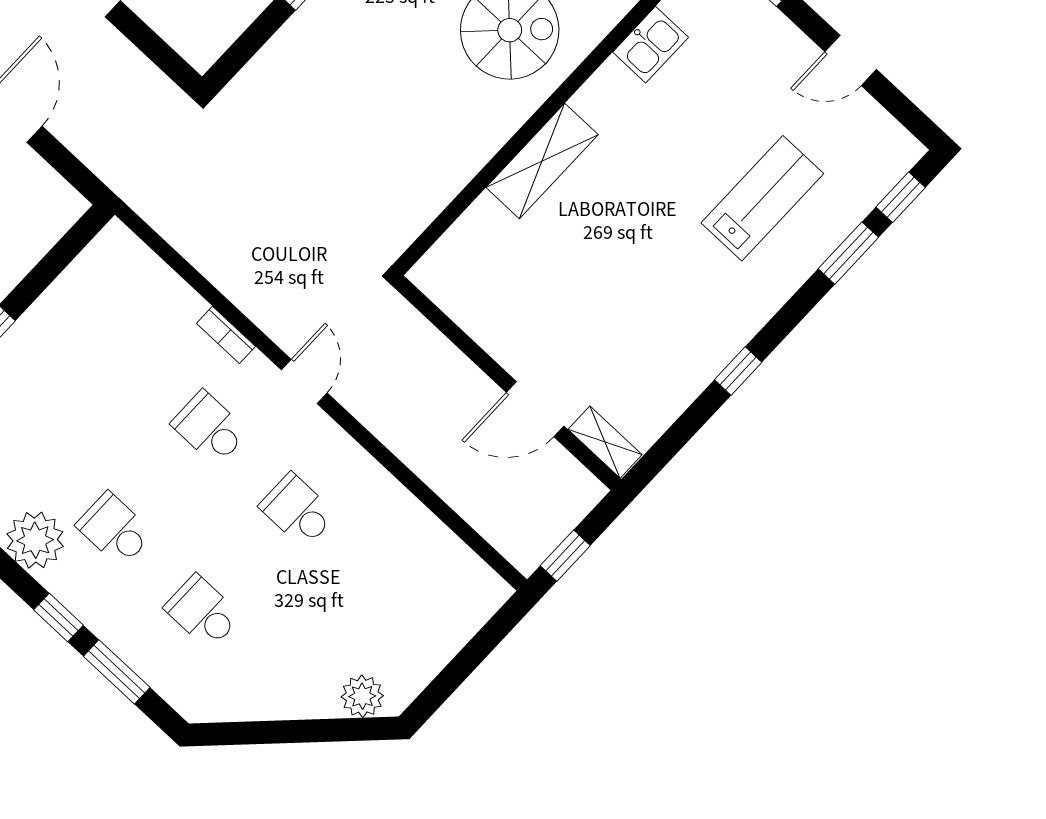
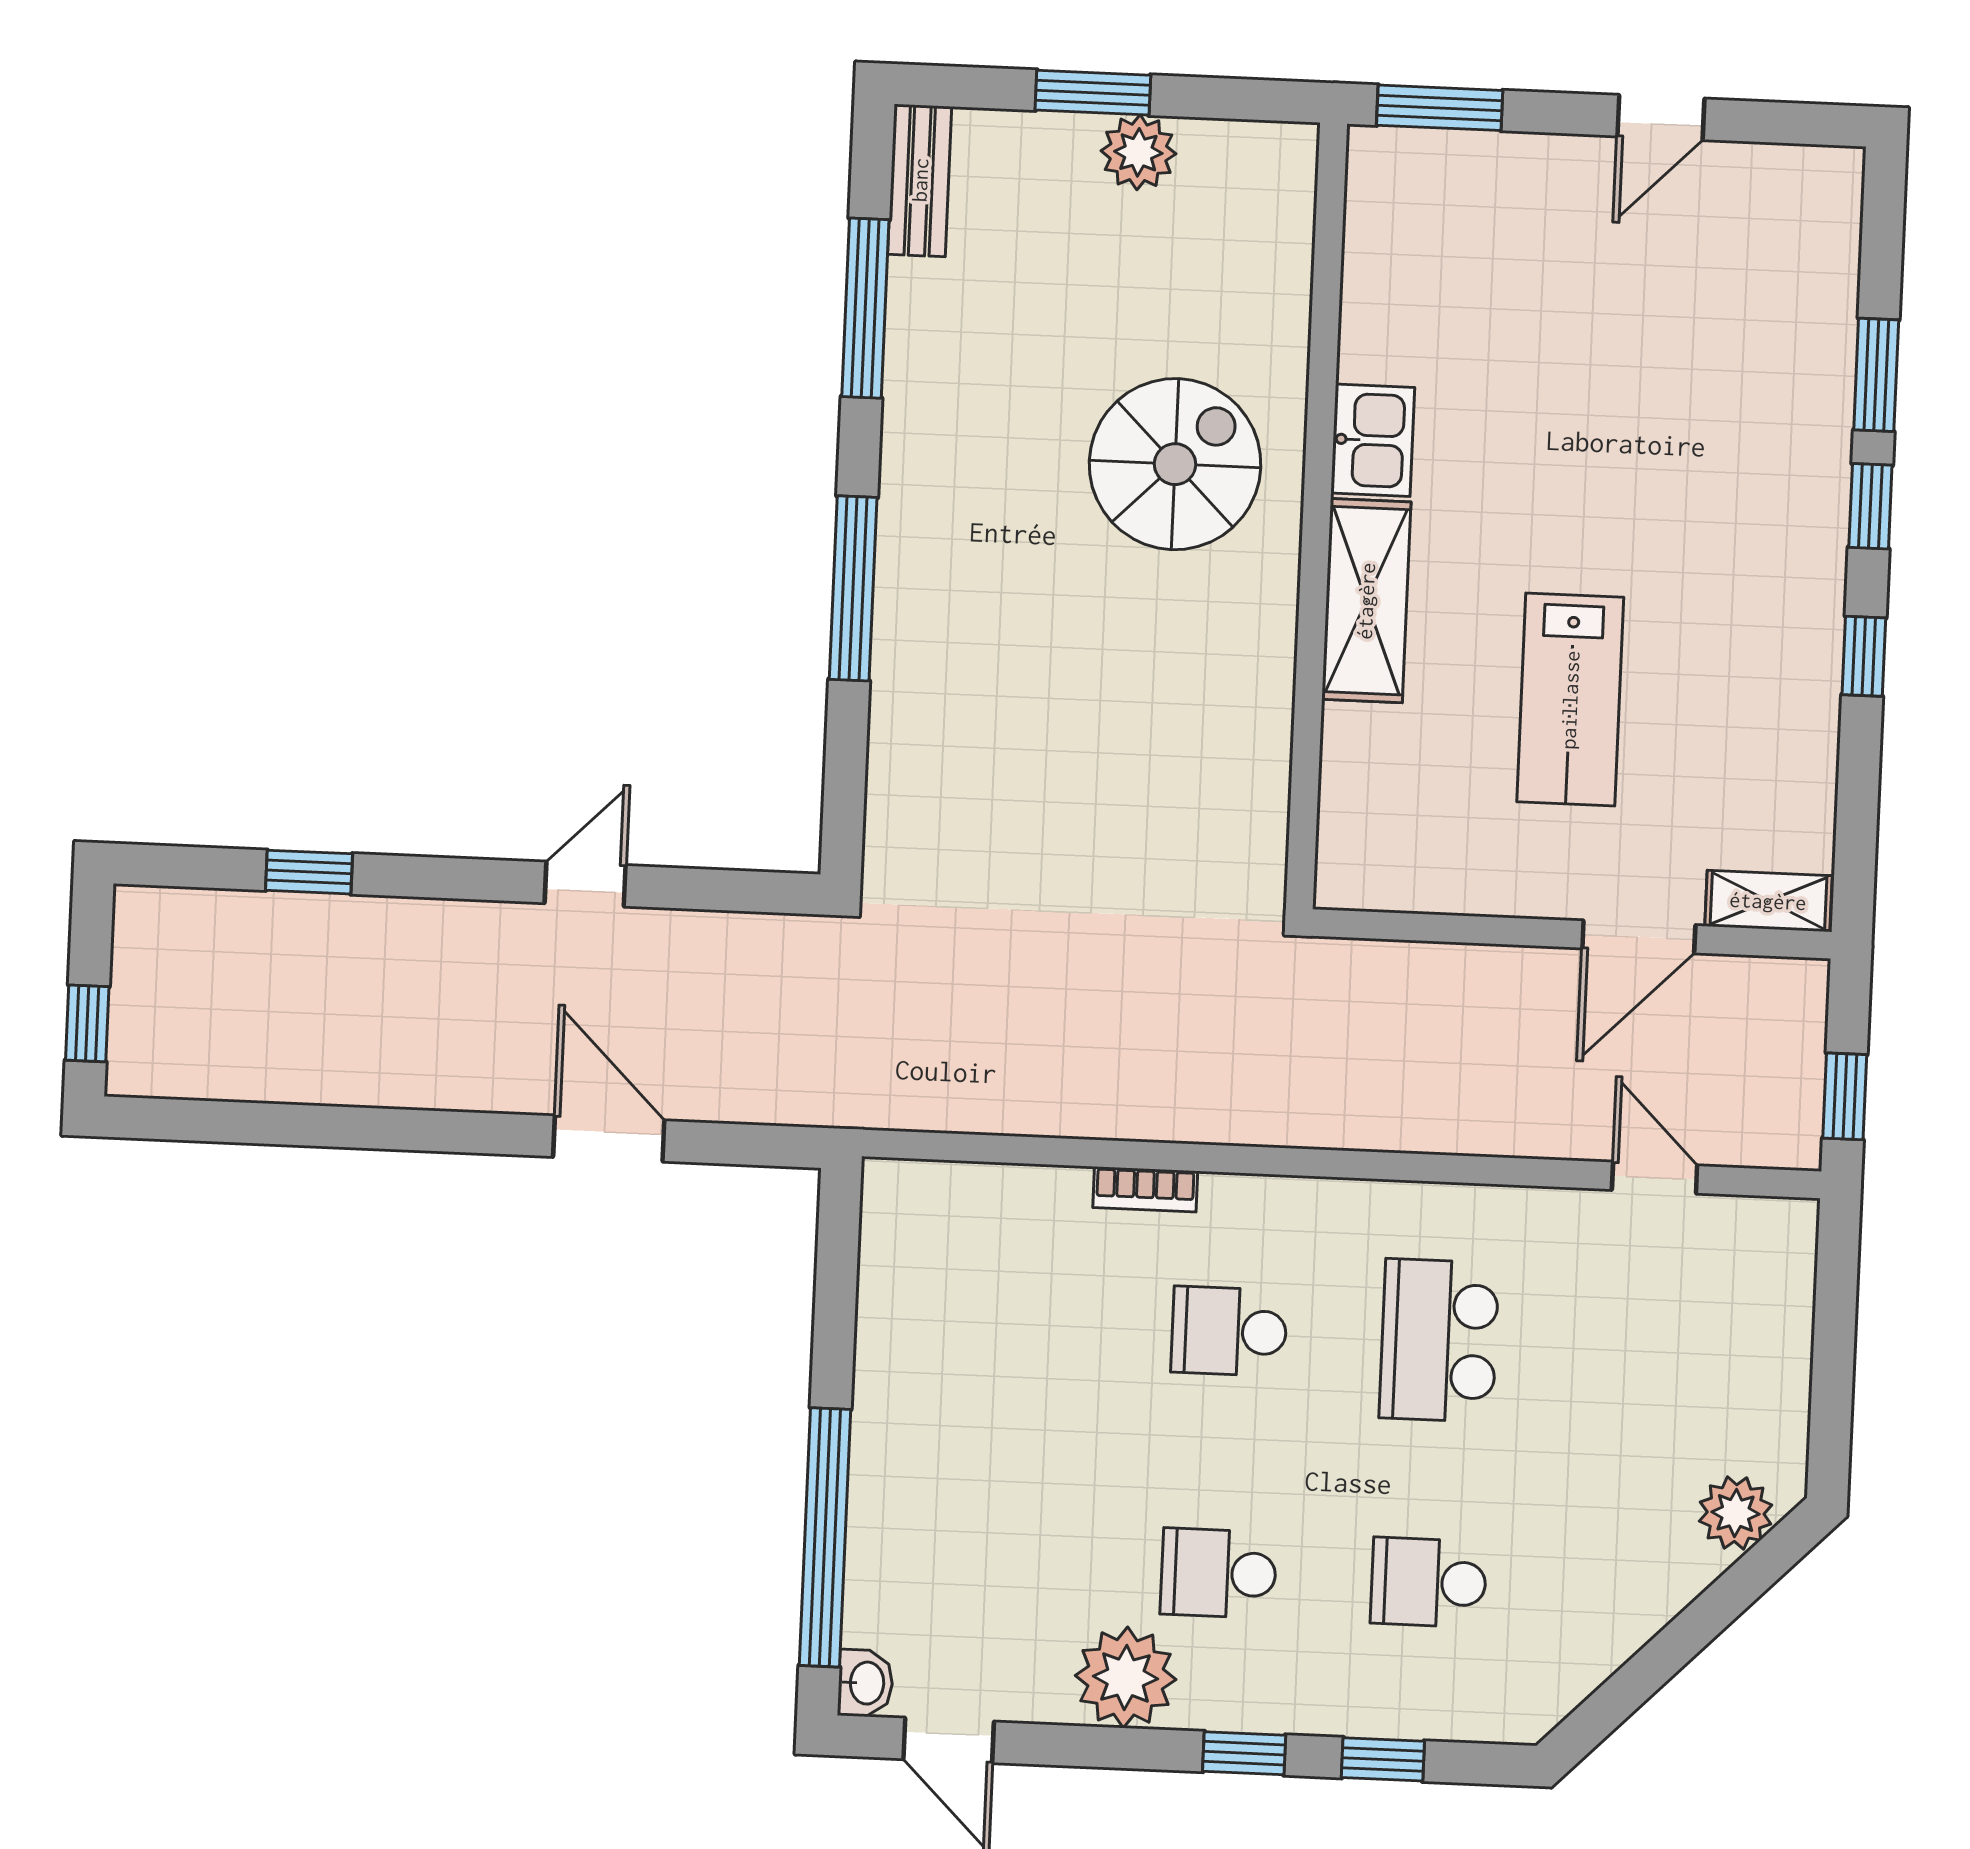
kitchen sink: (651, 45) -> (1373, 440), moved
window: (901, 197) -> (1870, 506), moved
lab bench: (762, 198) -> (1570, 700), moved, turned 180
door: (304, 381) -> (1655, 1178), moved
school desk: (298, 510) -> (1439, 1340), width x1.85
window: (117, 672) -> (1383, 1759), width x0.67

